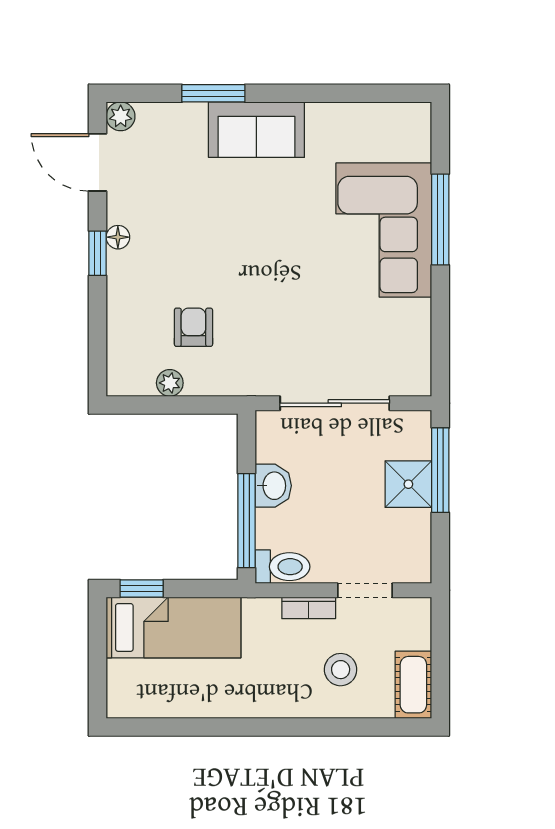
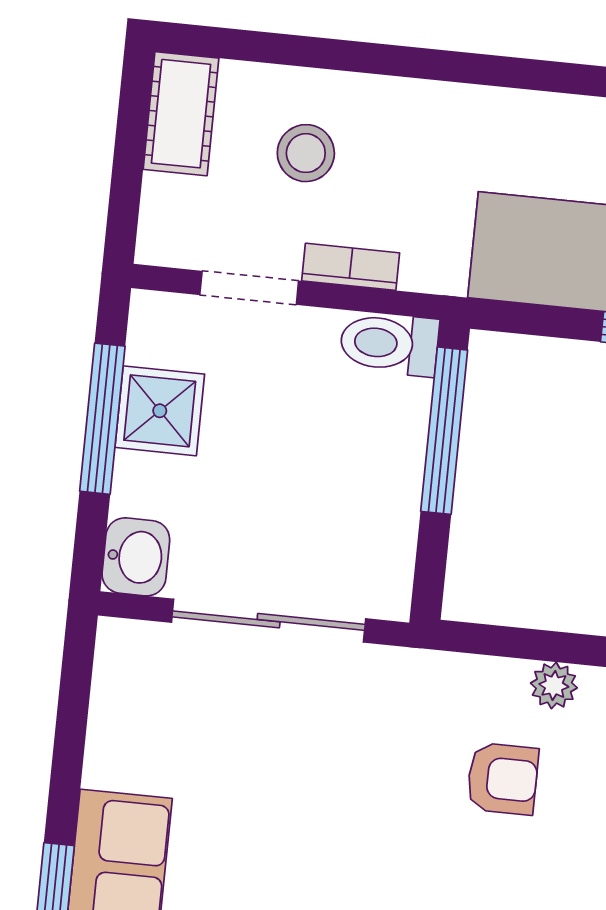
armchair: (193, 327) -> (503, 779), turned -90
window: (440, 470) -> (102, 419), moved
shower: (408, 484) -> (160, 411), moved
washbasin: (273, 486) -> (136, 557), moved, turned 180

